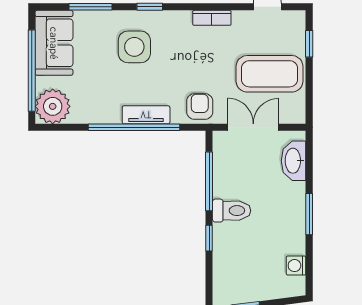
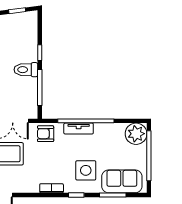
bookcase: (212, 18) -> (52, 188), moved
sofa: (54, 43) -> (122, 181), moved, turned 90
armchair: (200, 106) -> (46, 134), turned 90

